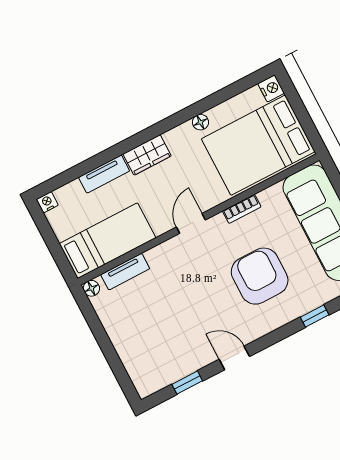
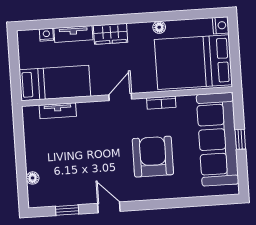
nightstand: (47, 202) -> (46, 35), moved
floor lamp: (91, 288) -> (33, 178), moved
window: (315, 316) -> (180, 203), removed

